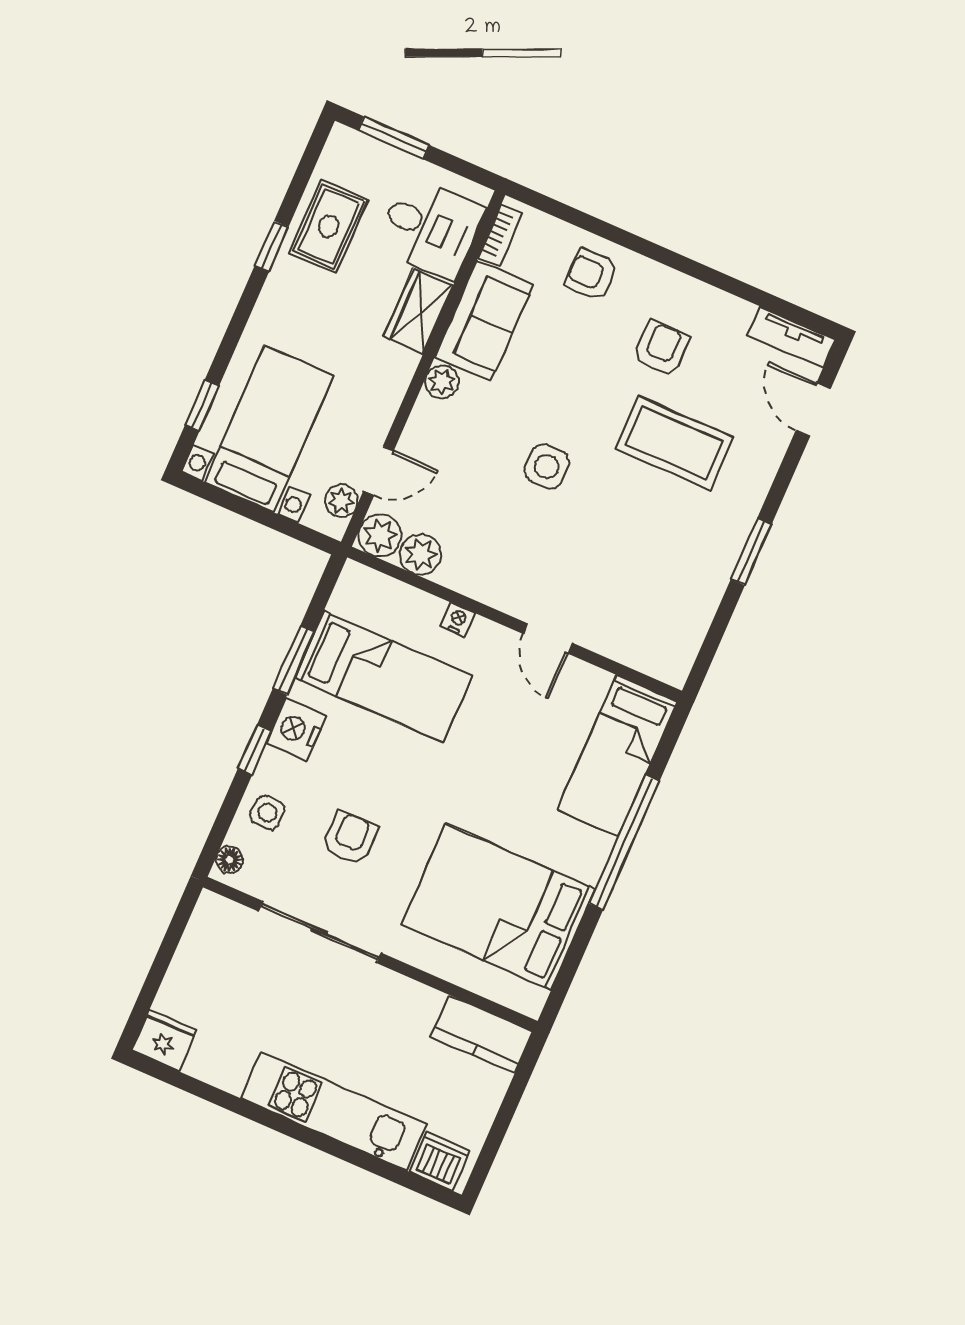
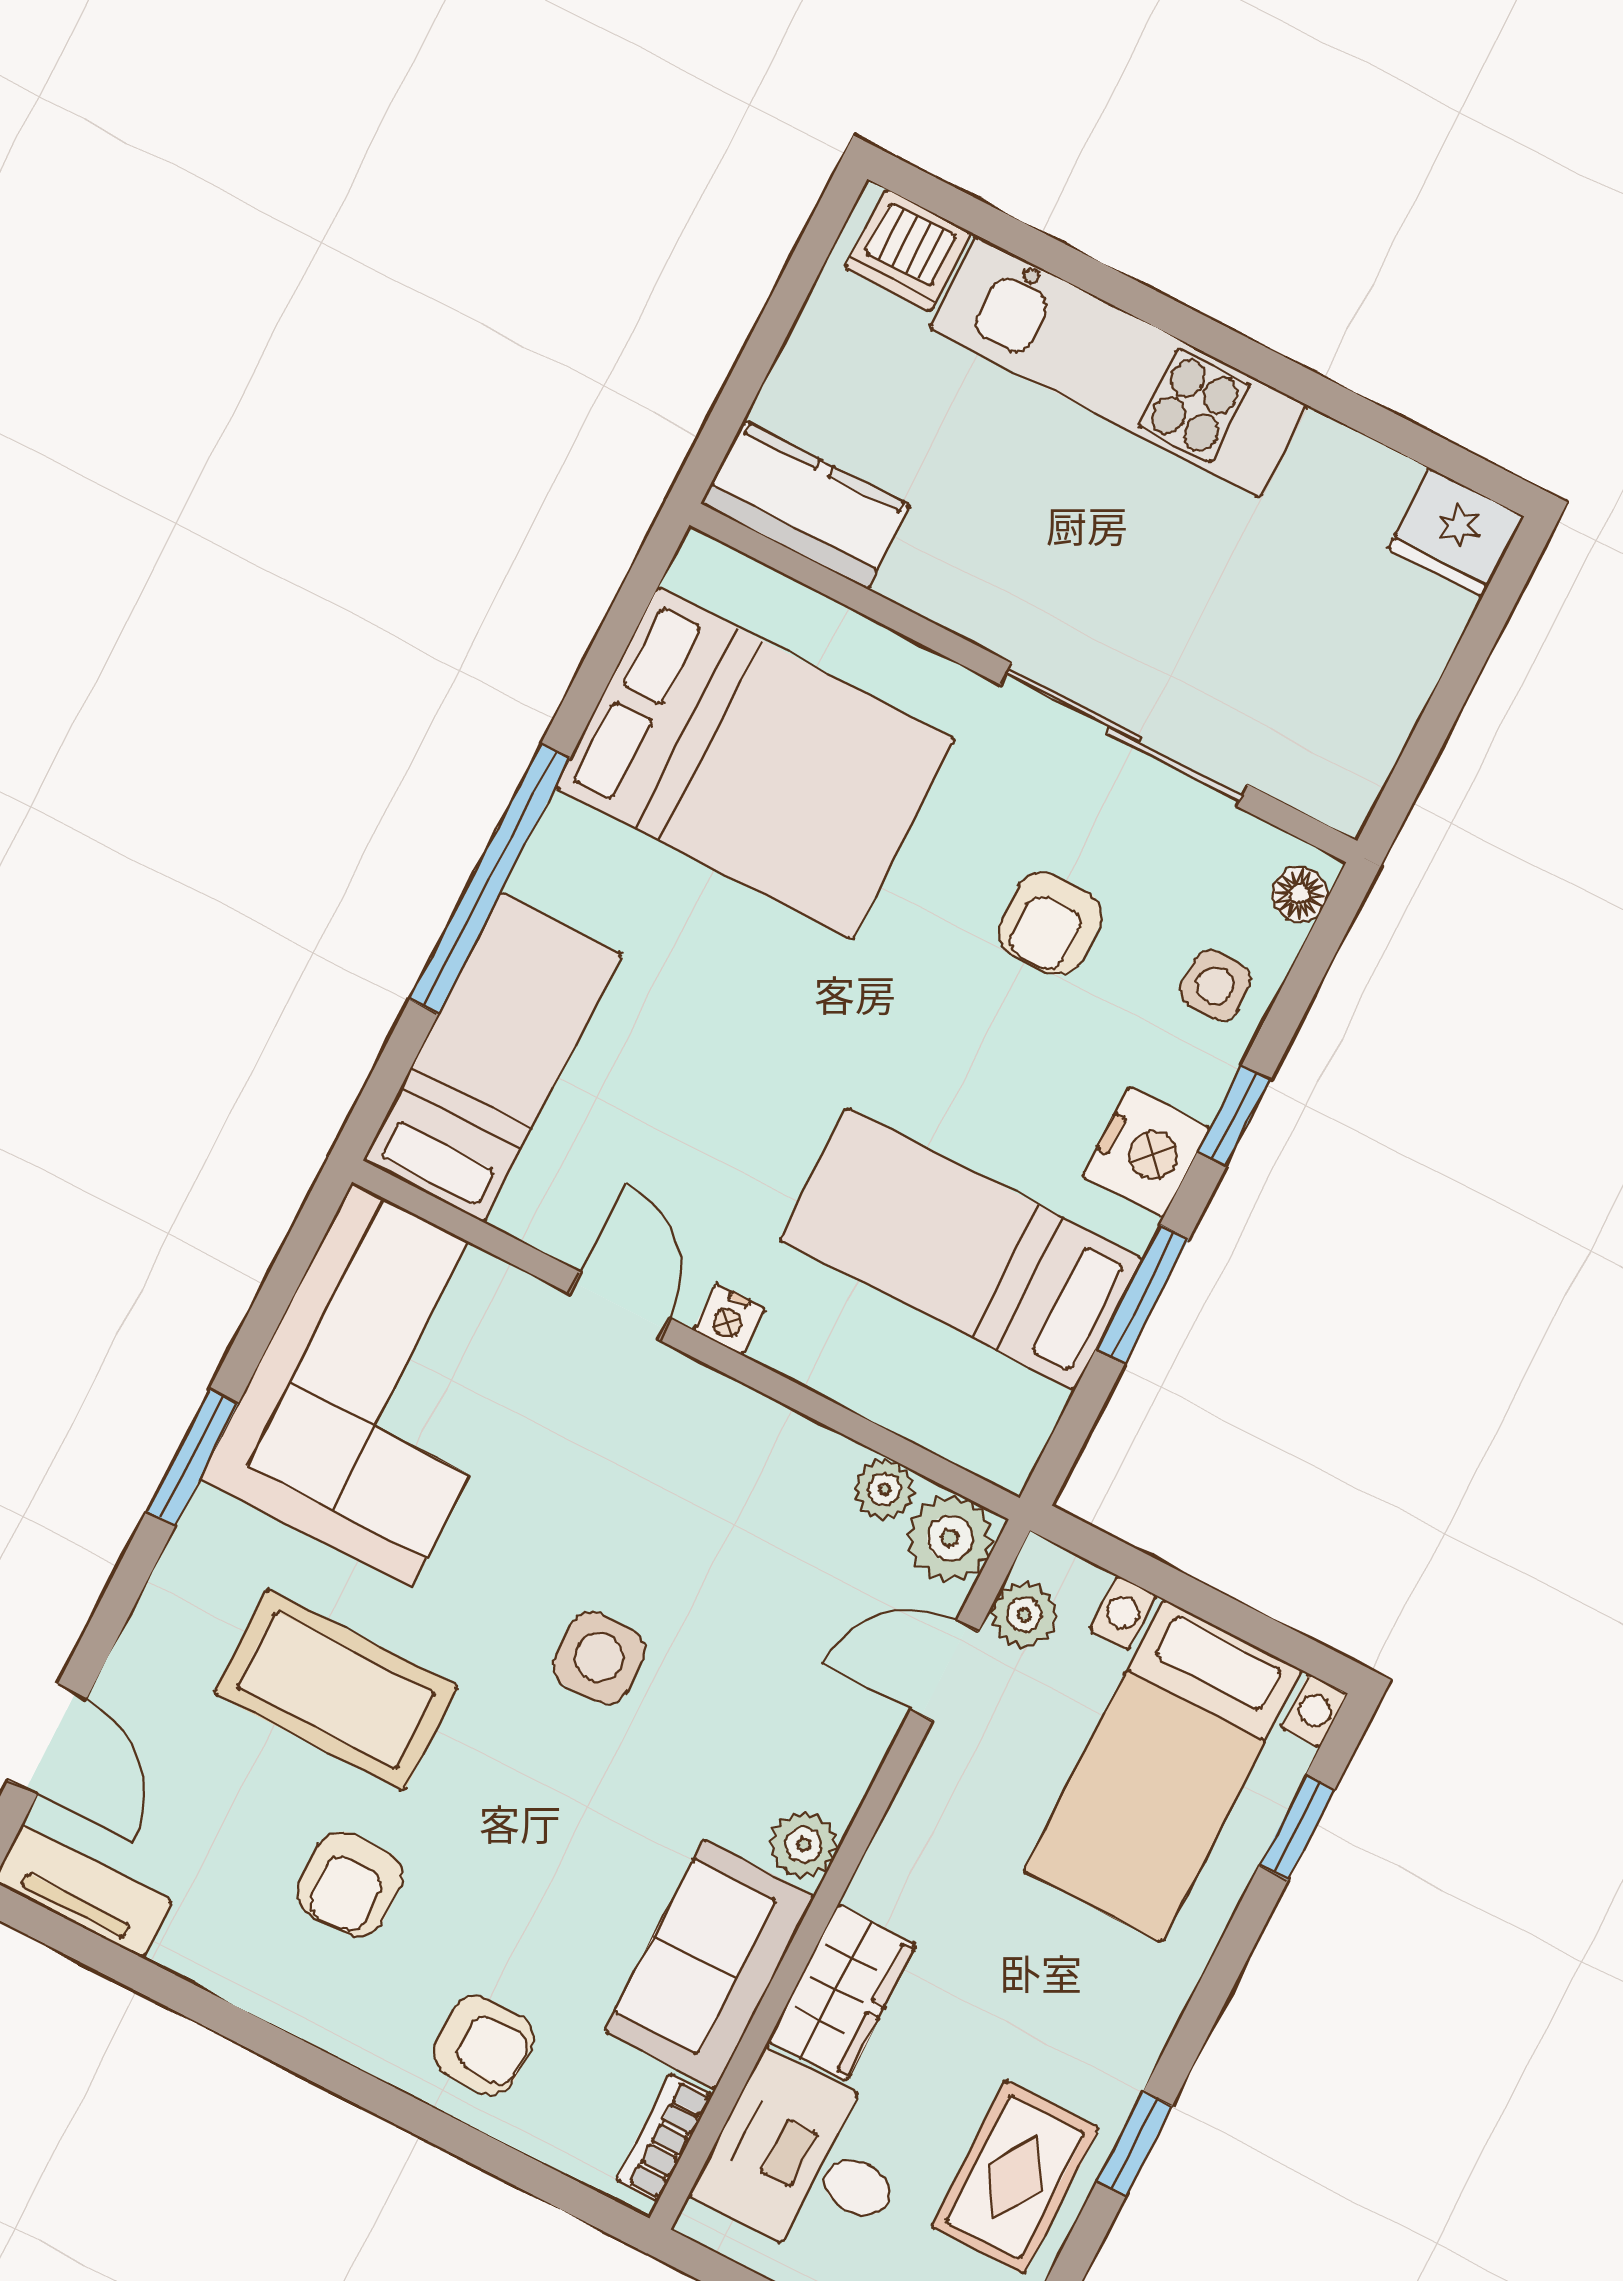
plant: (421, 554) -> (884, 1490), width x0.73, depth x0.73
corner sofa: (661, 593) -> (382, 1385), added
nightstand: (458, 620) -> (729, 1319), moved

